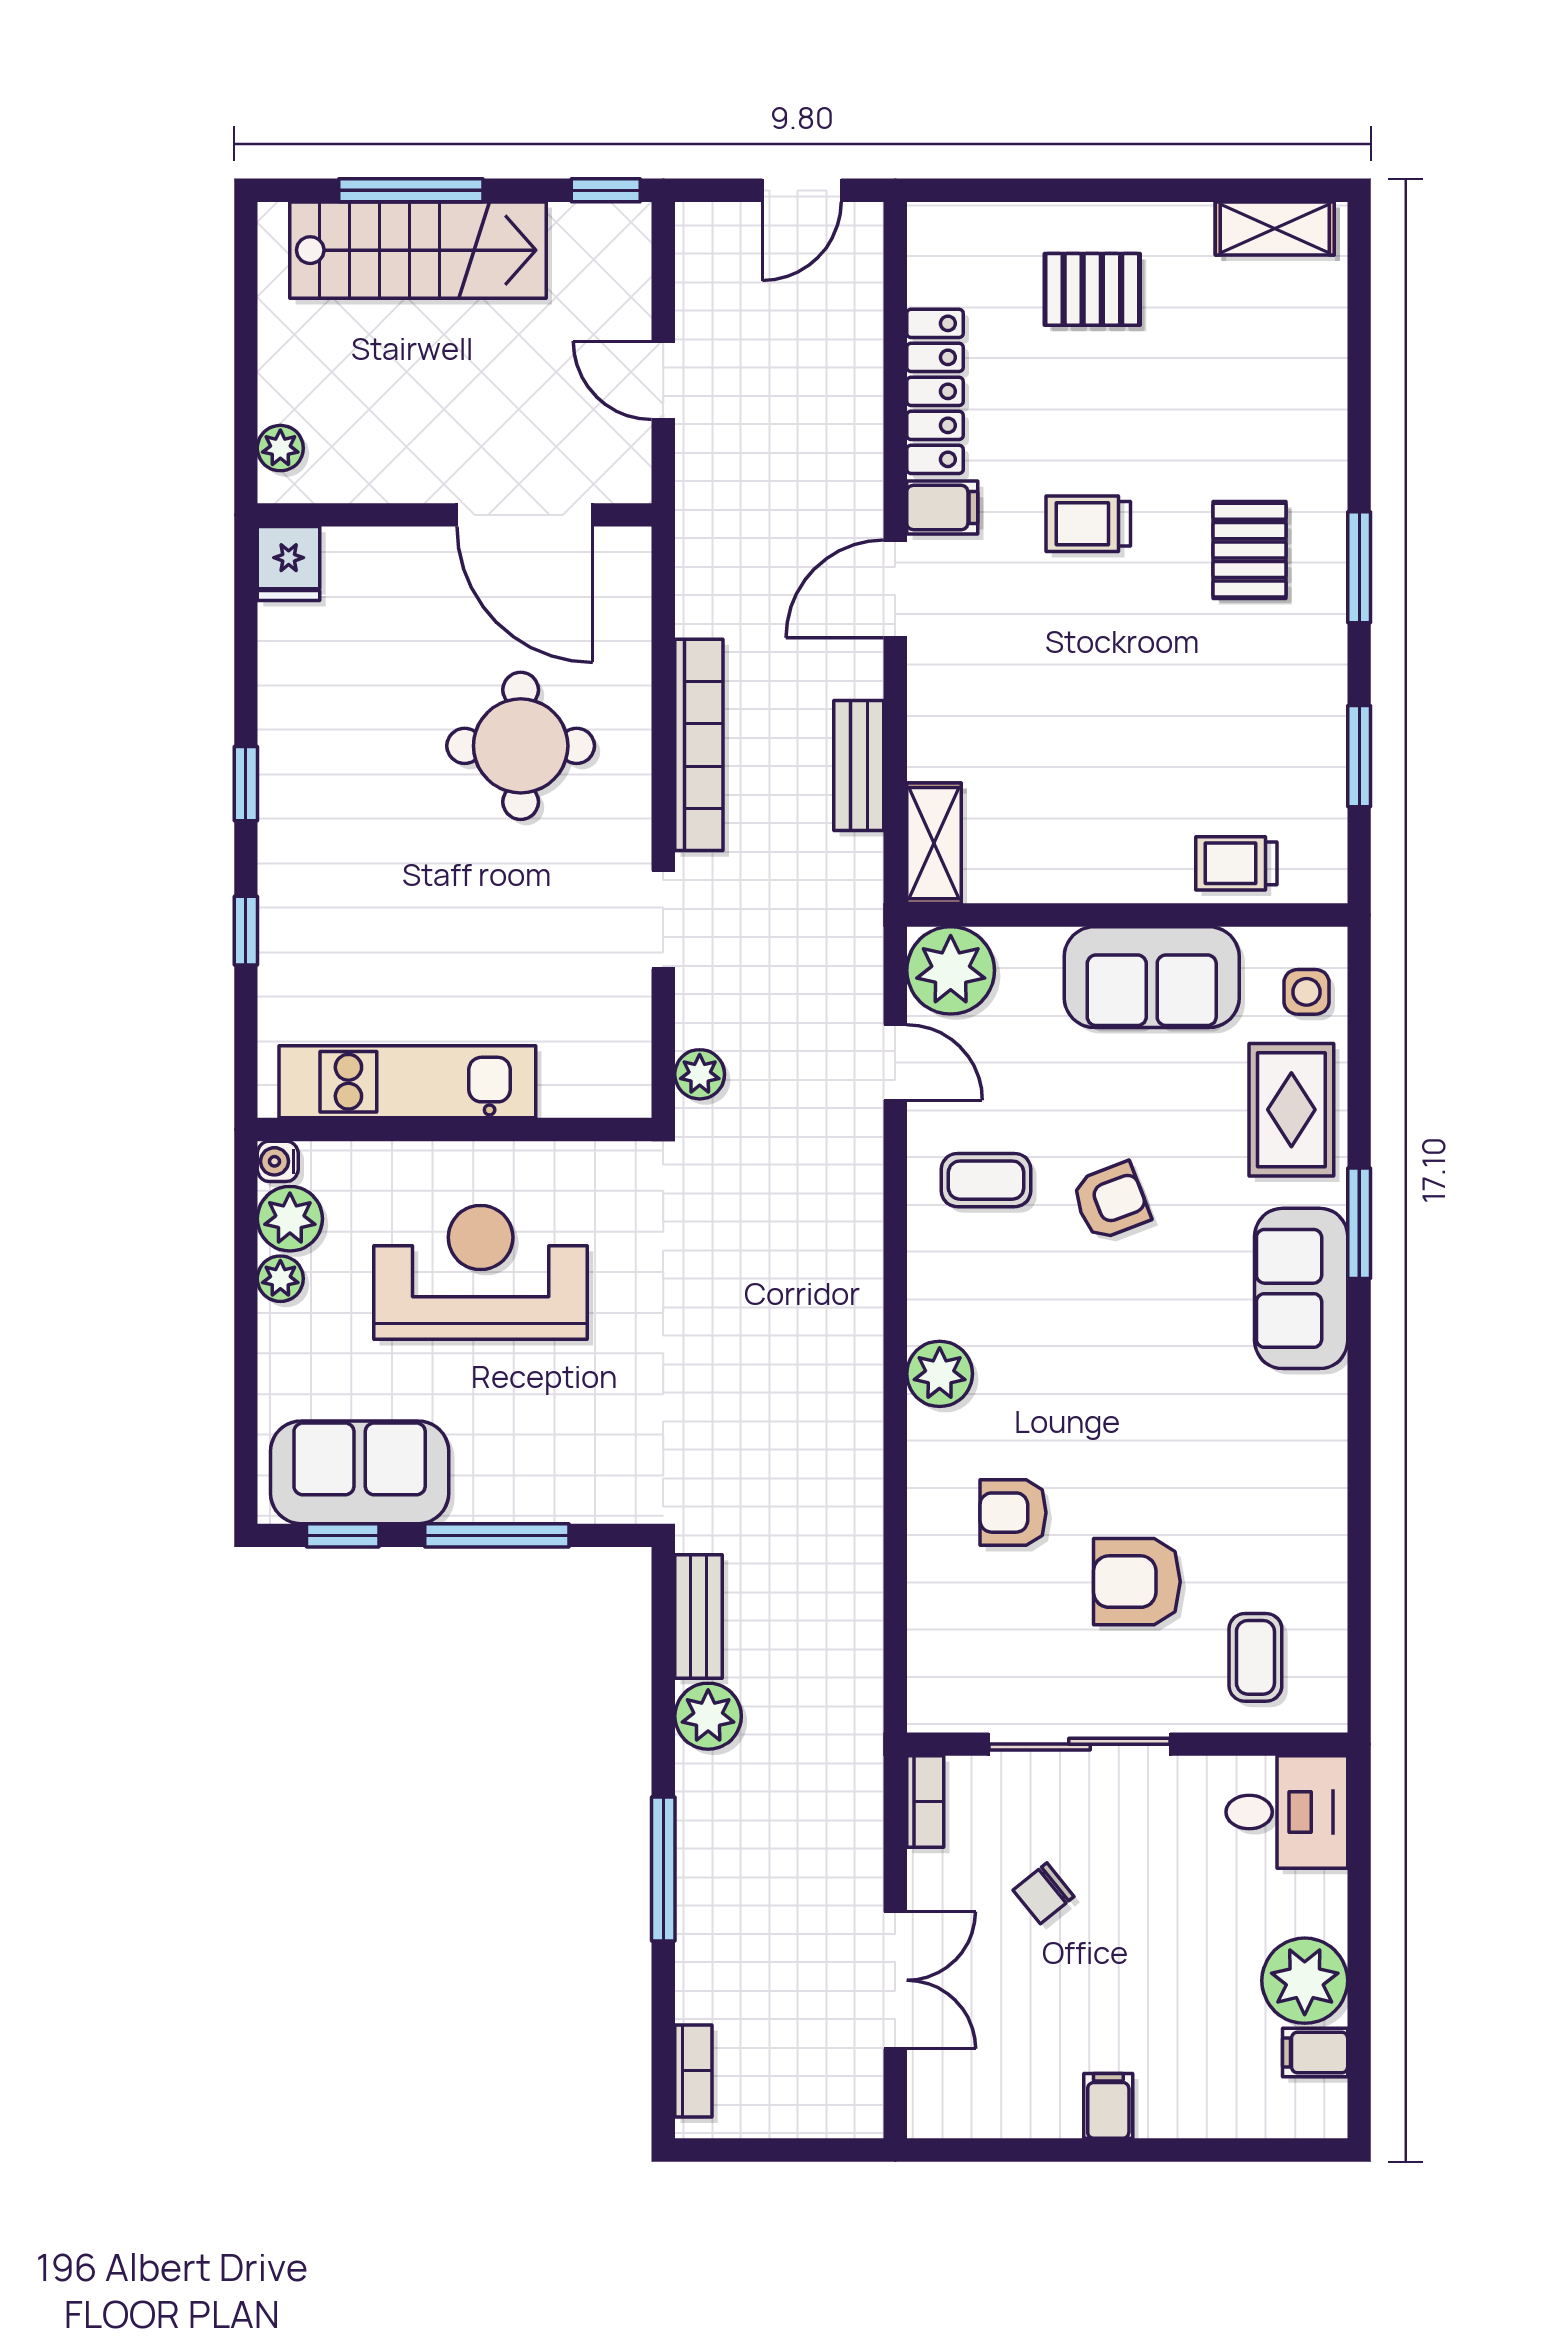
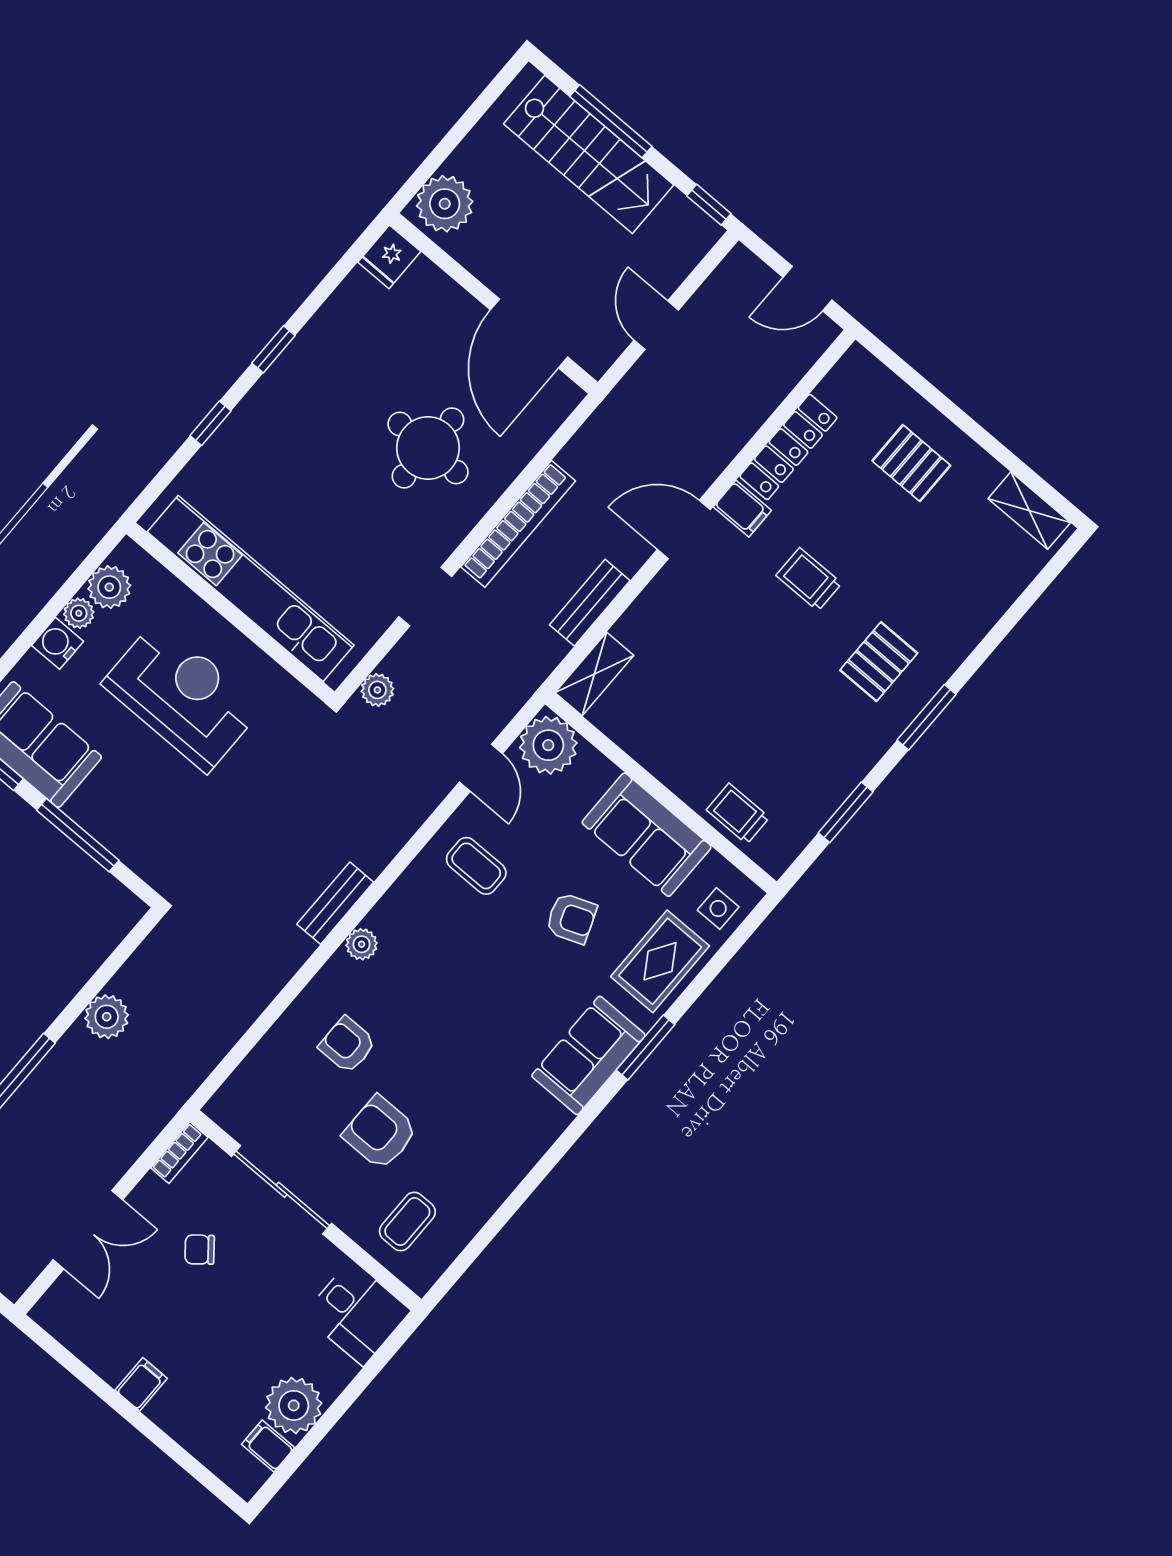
plant: (280, 448) -> (445, 204), width x1.88, depth x1.88
kitchen unit: (407, 1082) -> (251, 589), width x1.36
water cooler: (278, 1161) -> (58, 643), moved, width x1.38, depth x1.38
armchair: (1111, 1201) -> (571, 918), moved
plant: (940, 1374) -> (362, 944), width x0.73, depth x0.73
bench: (699, 1616) -> (335, 903), moved

